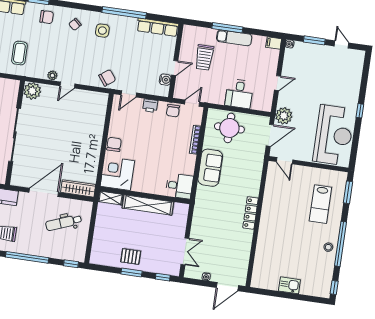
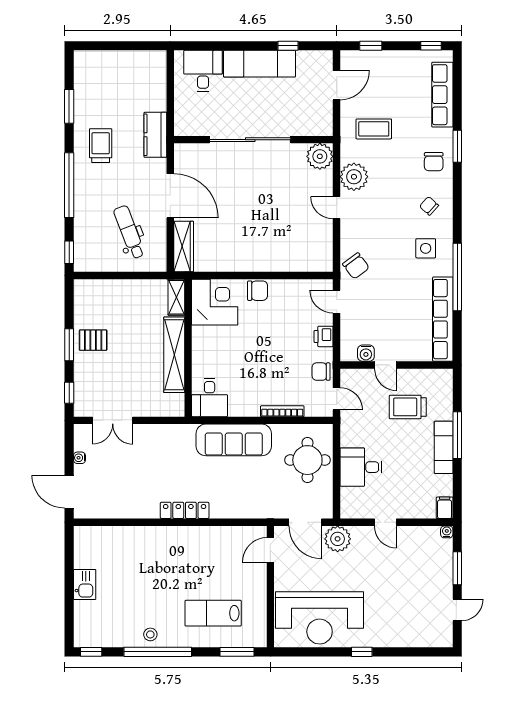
row of seats: (158, 27) -> (443, 319), width x1.36
plant: (52, 75) -> (354, 177), width x1.87, depth x1.87
sofa: (210, 168) -> (234, 440), width x1.36
pallet: (131, 257) -> (93, 340), turned 90

